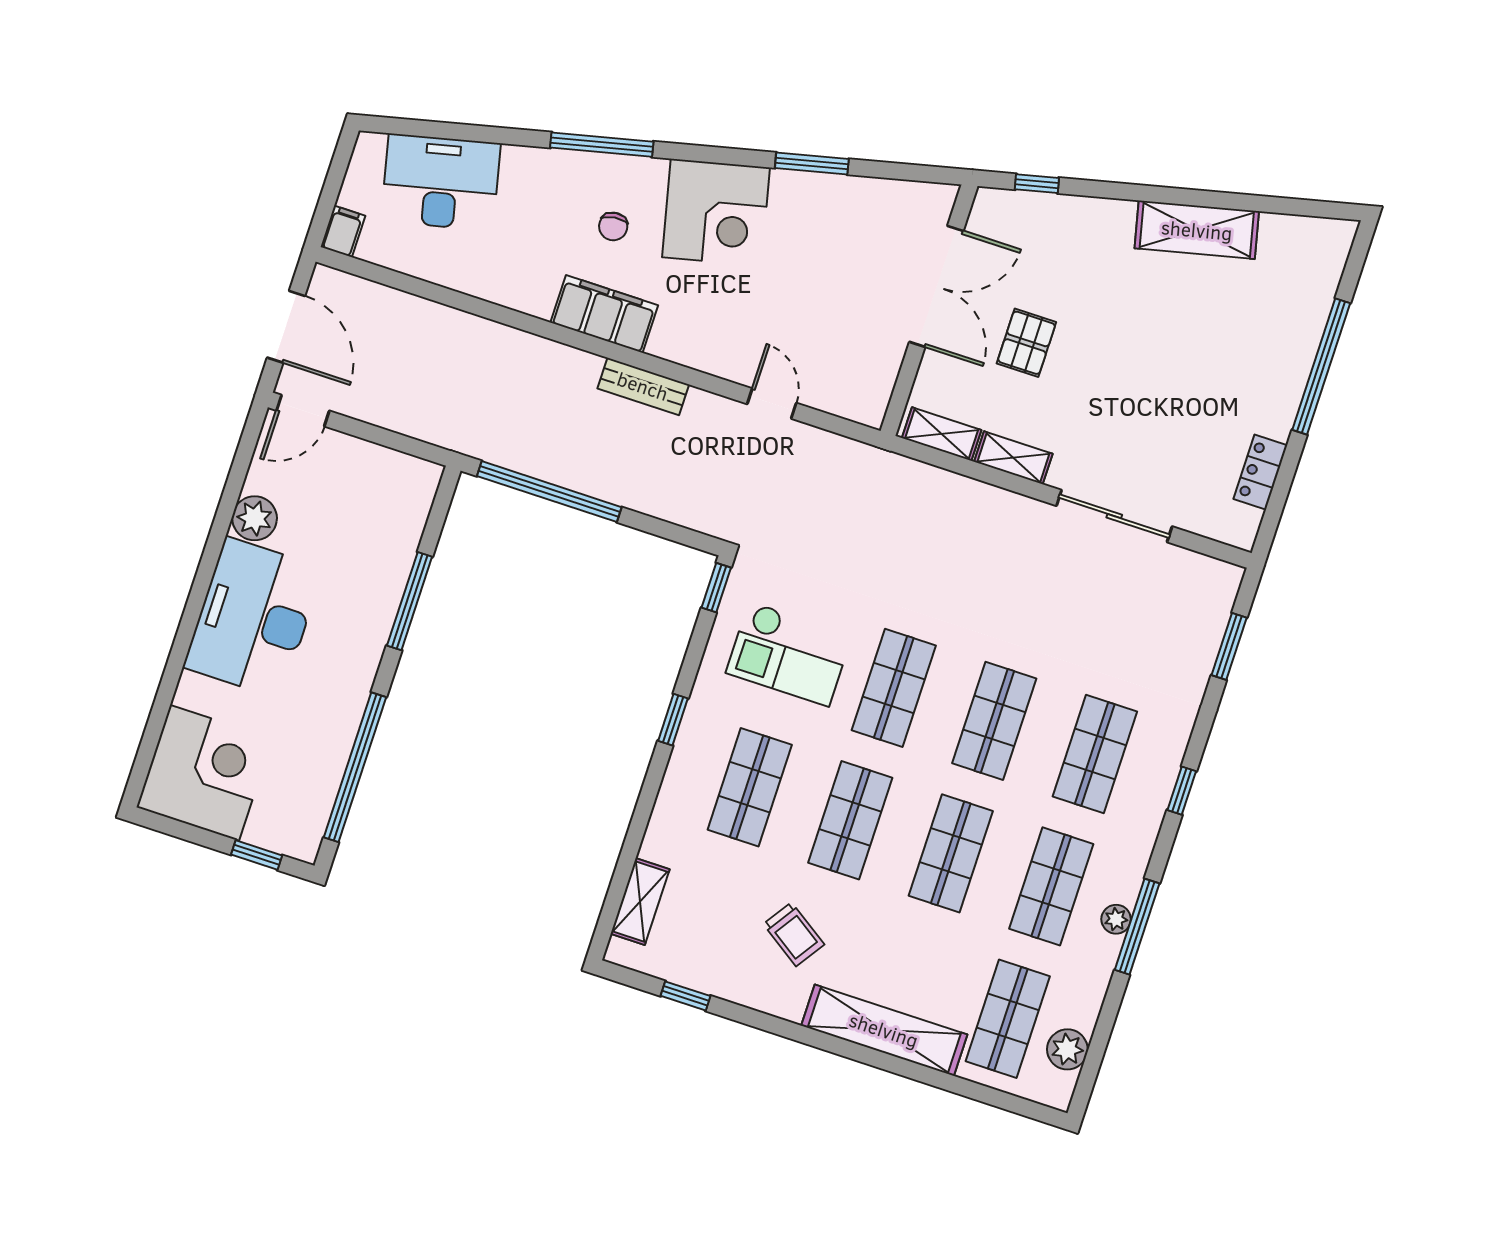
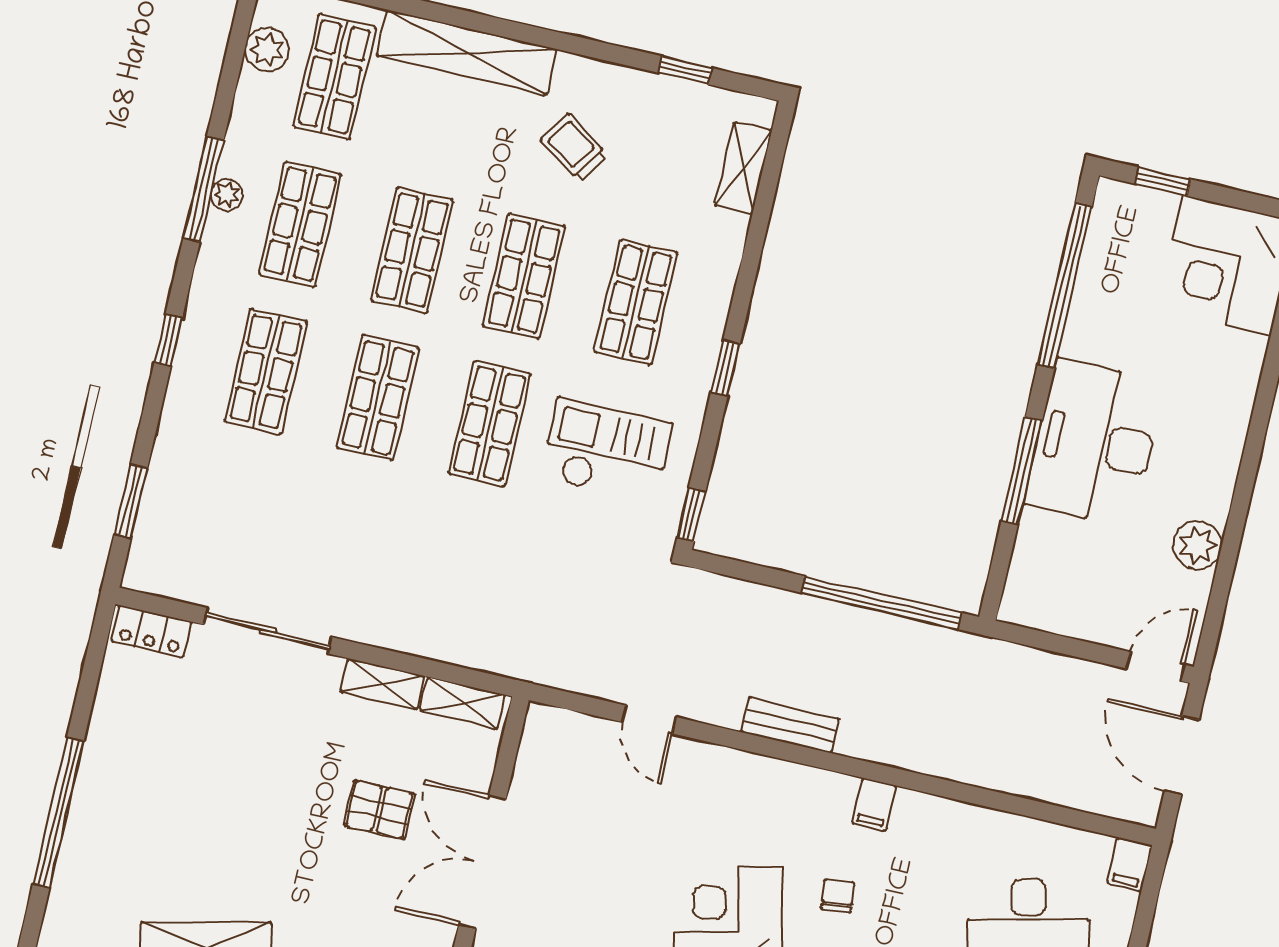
filing cabinet: (604, 314) -> (874, 804), width x0.33, depth x0.86
pallet: (1026, 343) -> (379, 810), turned 90
locker: (1260, 472) -> (151, 631), moved, turned 90
desk: (253, 618) -> (1095, 443), moved, turned 180

